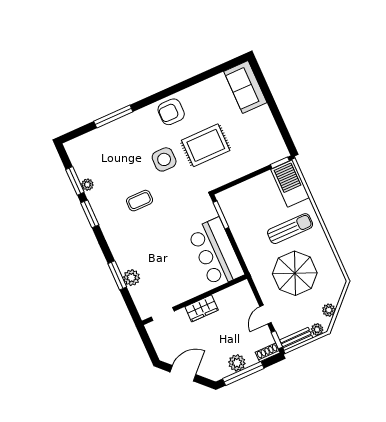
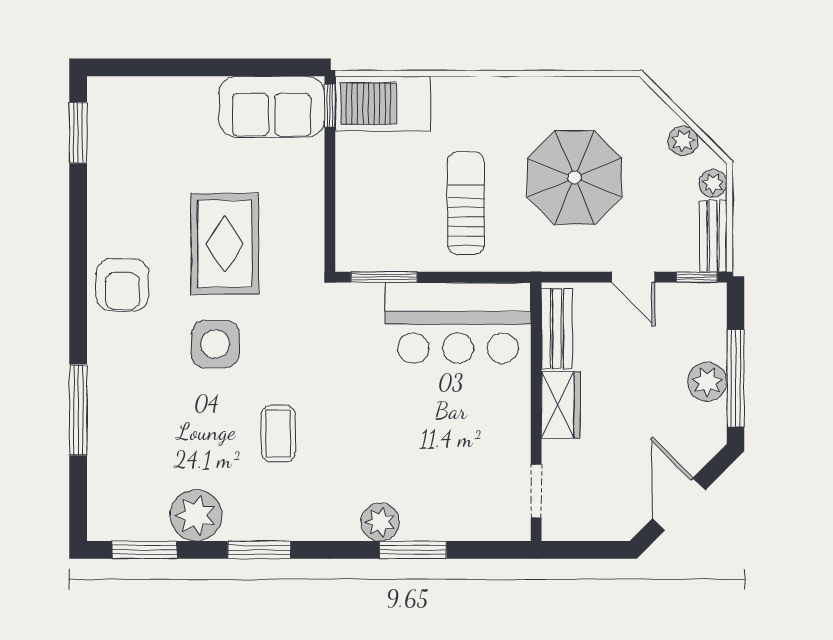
window: (224, 67) -> (78, 133), added
sofa: (245, 87) -> (272, 107), moved
window: (75, 181) -> (144, 550), moved
plant: (87, 185) -> (196, 515), width x1.87, depth x1.87
sun lounger: (290, 229) -> (466, 203), moved
plant: (132, 278) -> (380, 522), moved
bench: (231, 293) -> (557, 328), added
shoe rack: (268, 352) -> (714, 308), removed

